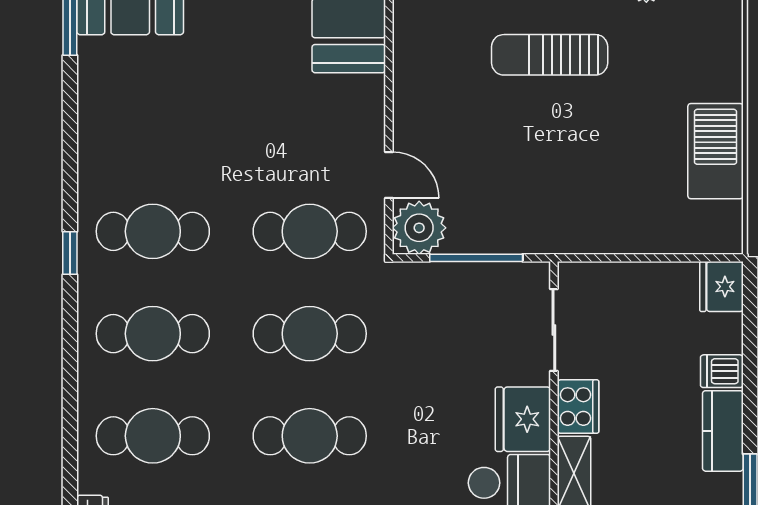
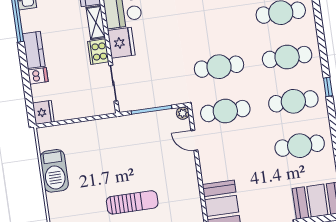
plant: (419, 228) -> (183, 113), width x0.53, depth x0.53
cafe table: (310, 436) -> (300, 146), moved

